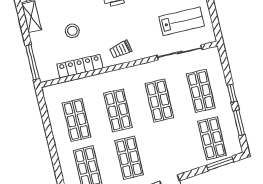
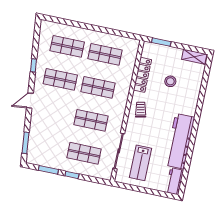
window: (32, 62) -> (161, 42), width x0.69
shop shelf: (212, 138) -> (46, 145), removed

